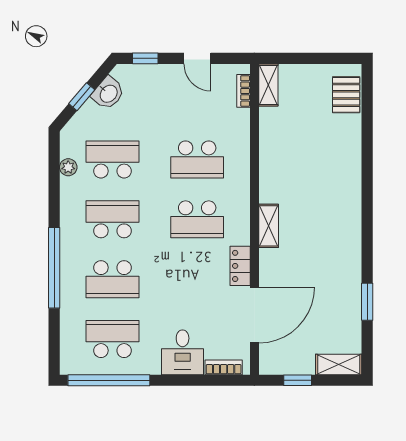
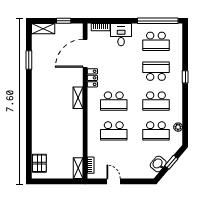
window: (145, 58) -> (140, 181), removed
school desk: (197, 159) -> (114, 131), turned 180
school desk: (197, 219) -> (114, 101), turned 180
window: (54, 268) -> (185, 77), width x0.32

